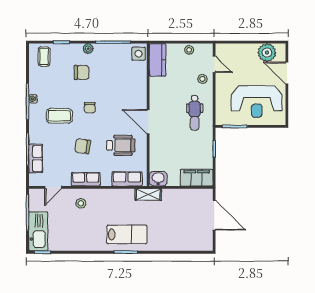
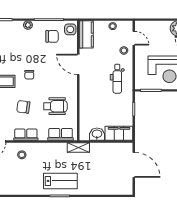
chair: (82, 72) -> (52, 36), moved
door: (148, 122) -> (78, 64), moved
washbasin: (158, 179) -> (97, 134), moved

